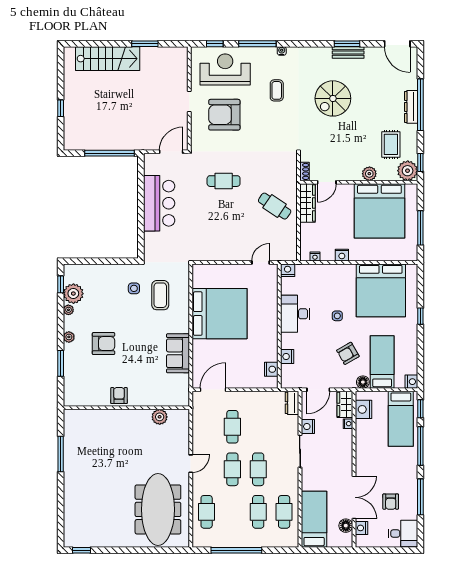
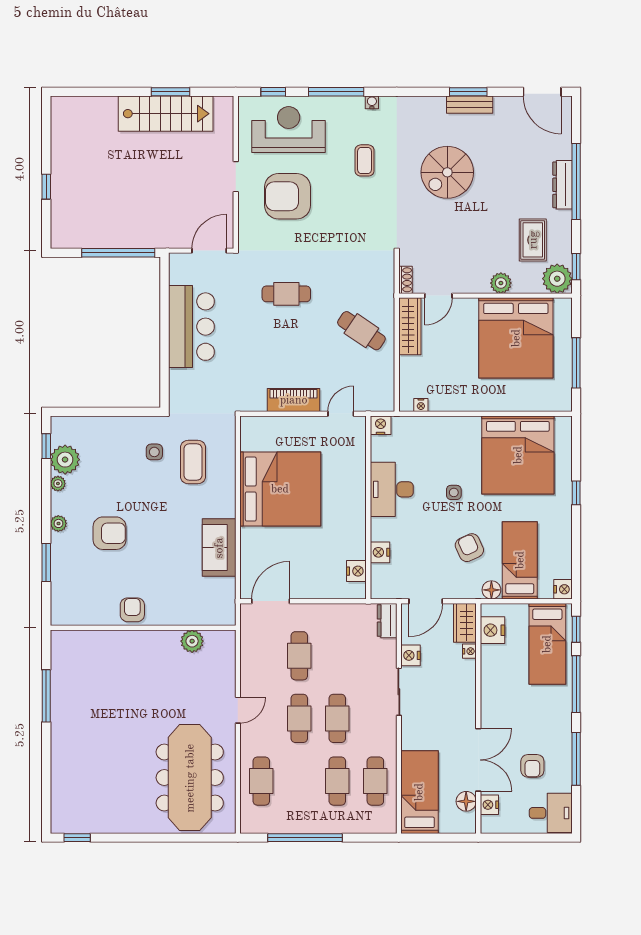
stairs: (108, 59) -> (166, 114), moved
piano: (228, 253) -> (294, 400), added
nightstand: (342, 255) -> (460, 403), removed
armchair: (348, 353) -> (469, 548), turned 95

